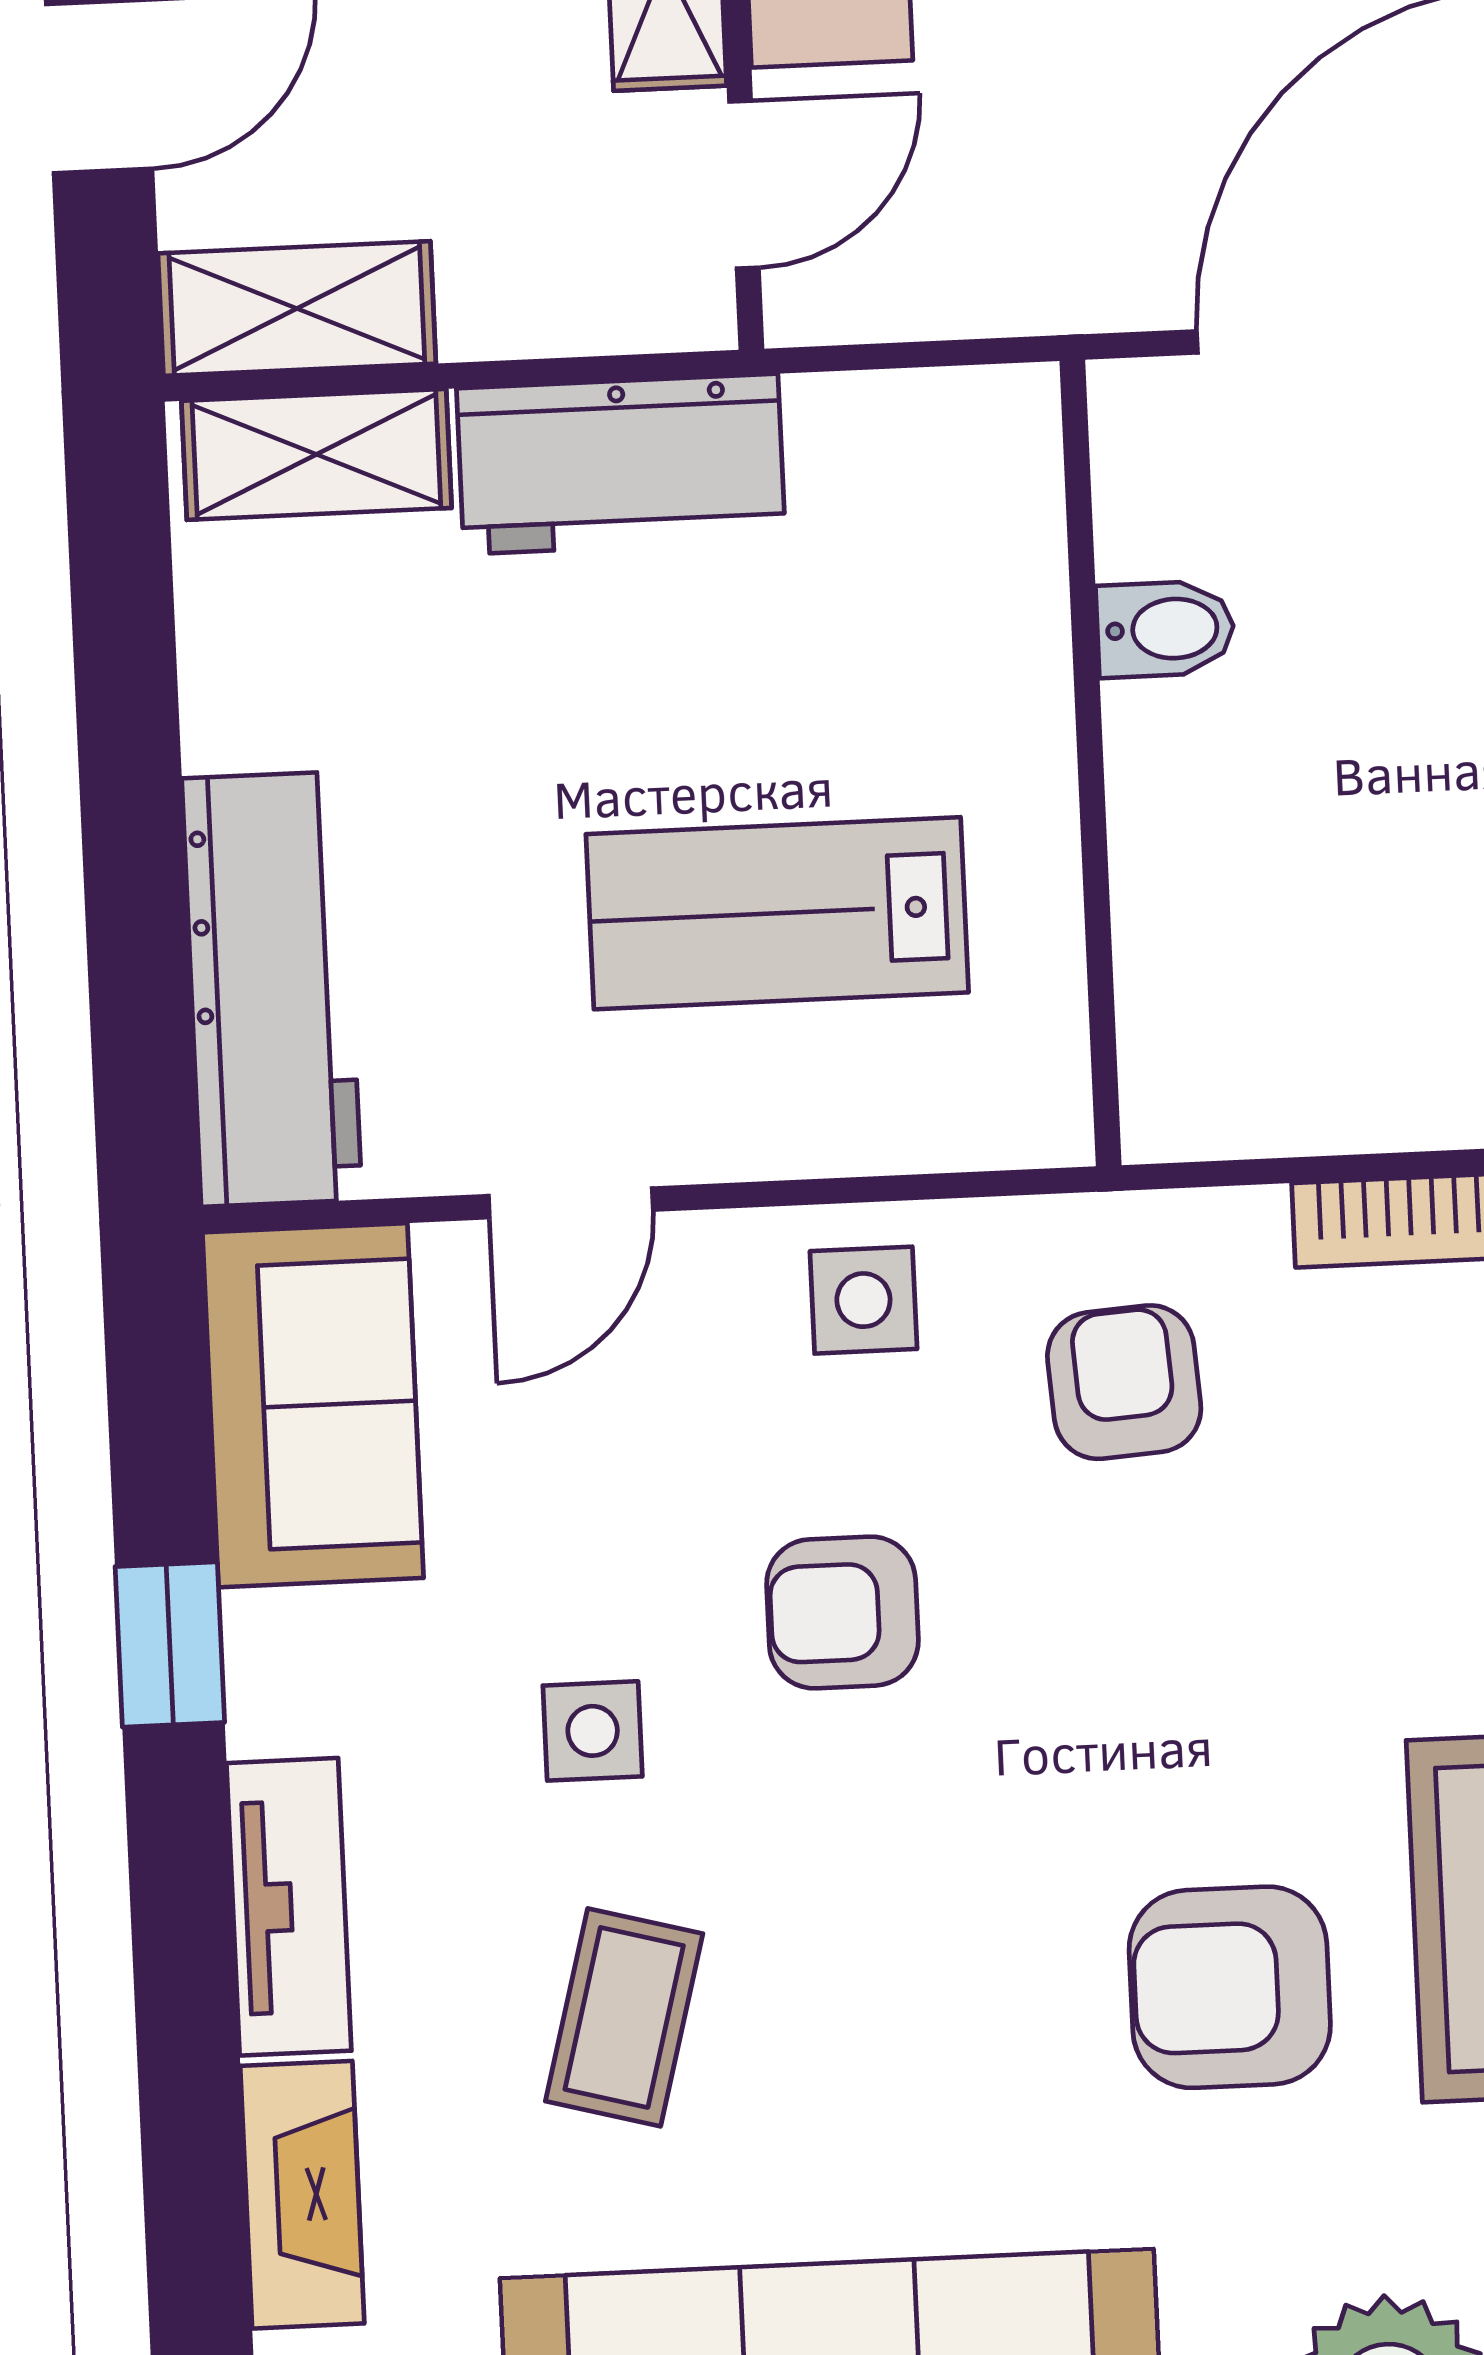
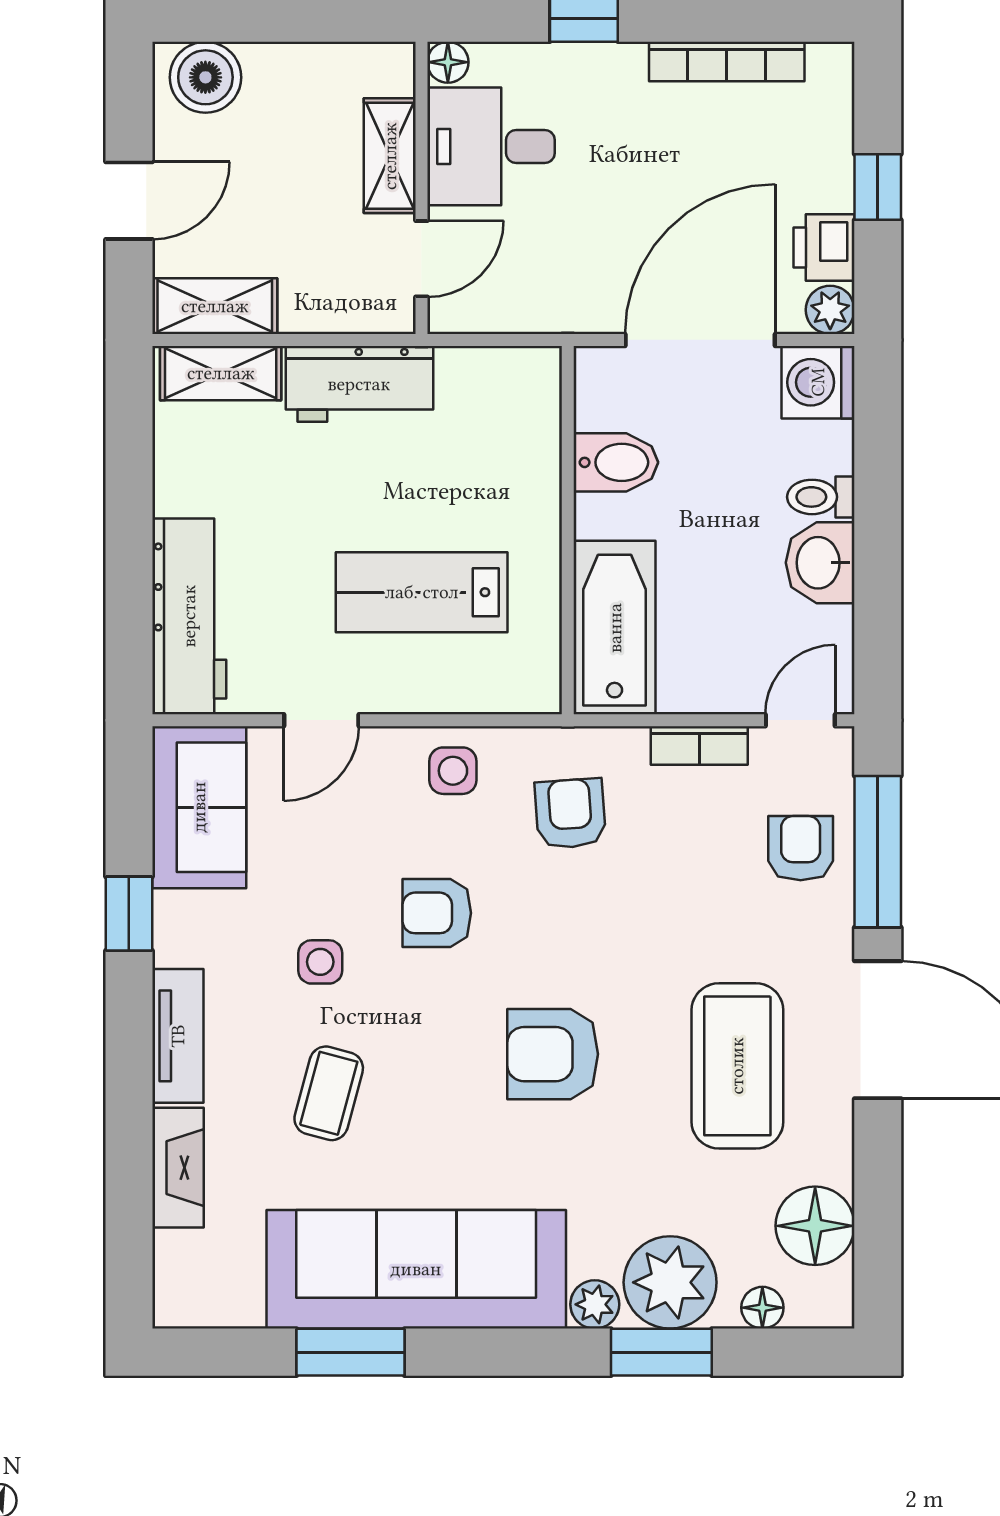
bidet: (1165, 629) -> (616, 462), width x1.38, depth x1.36
bathtub: (1202, 971) -> (615, 628), added
armchair: (1230, 1987) -> (553, 1054), moved

